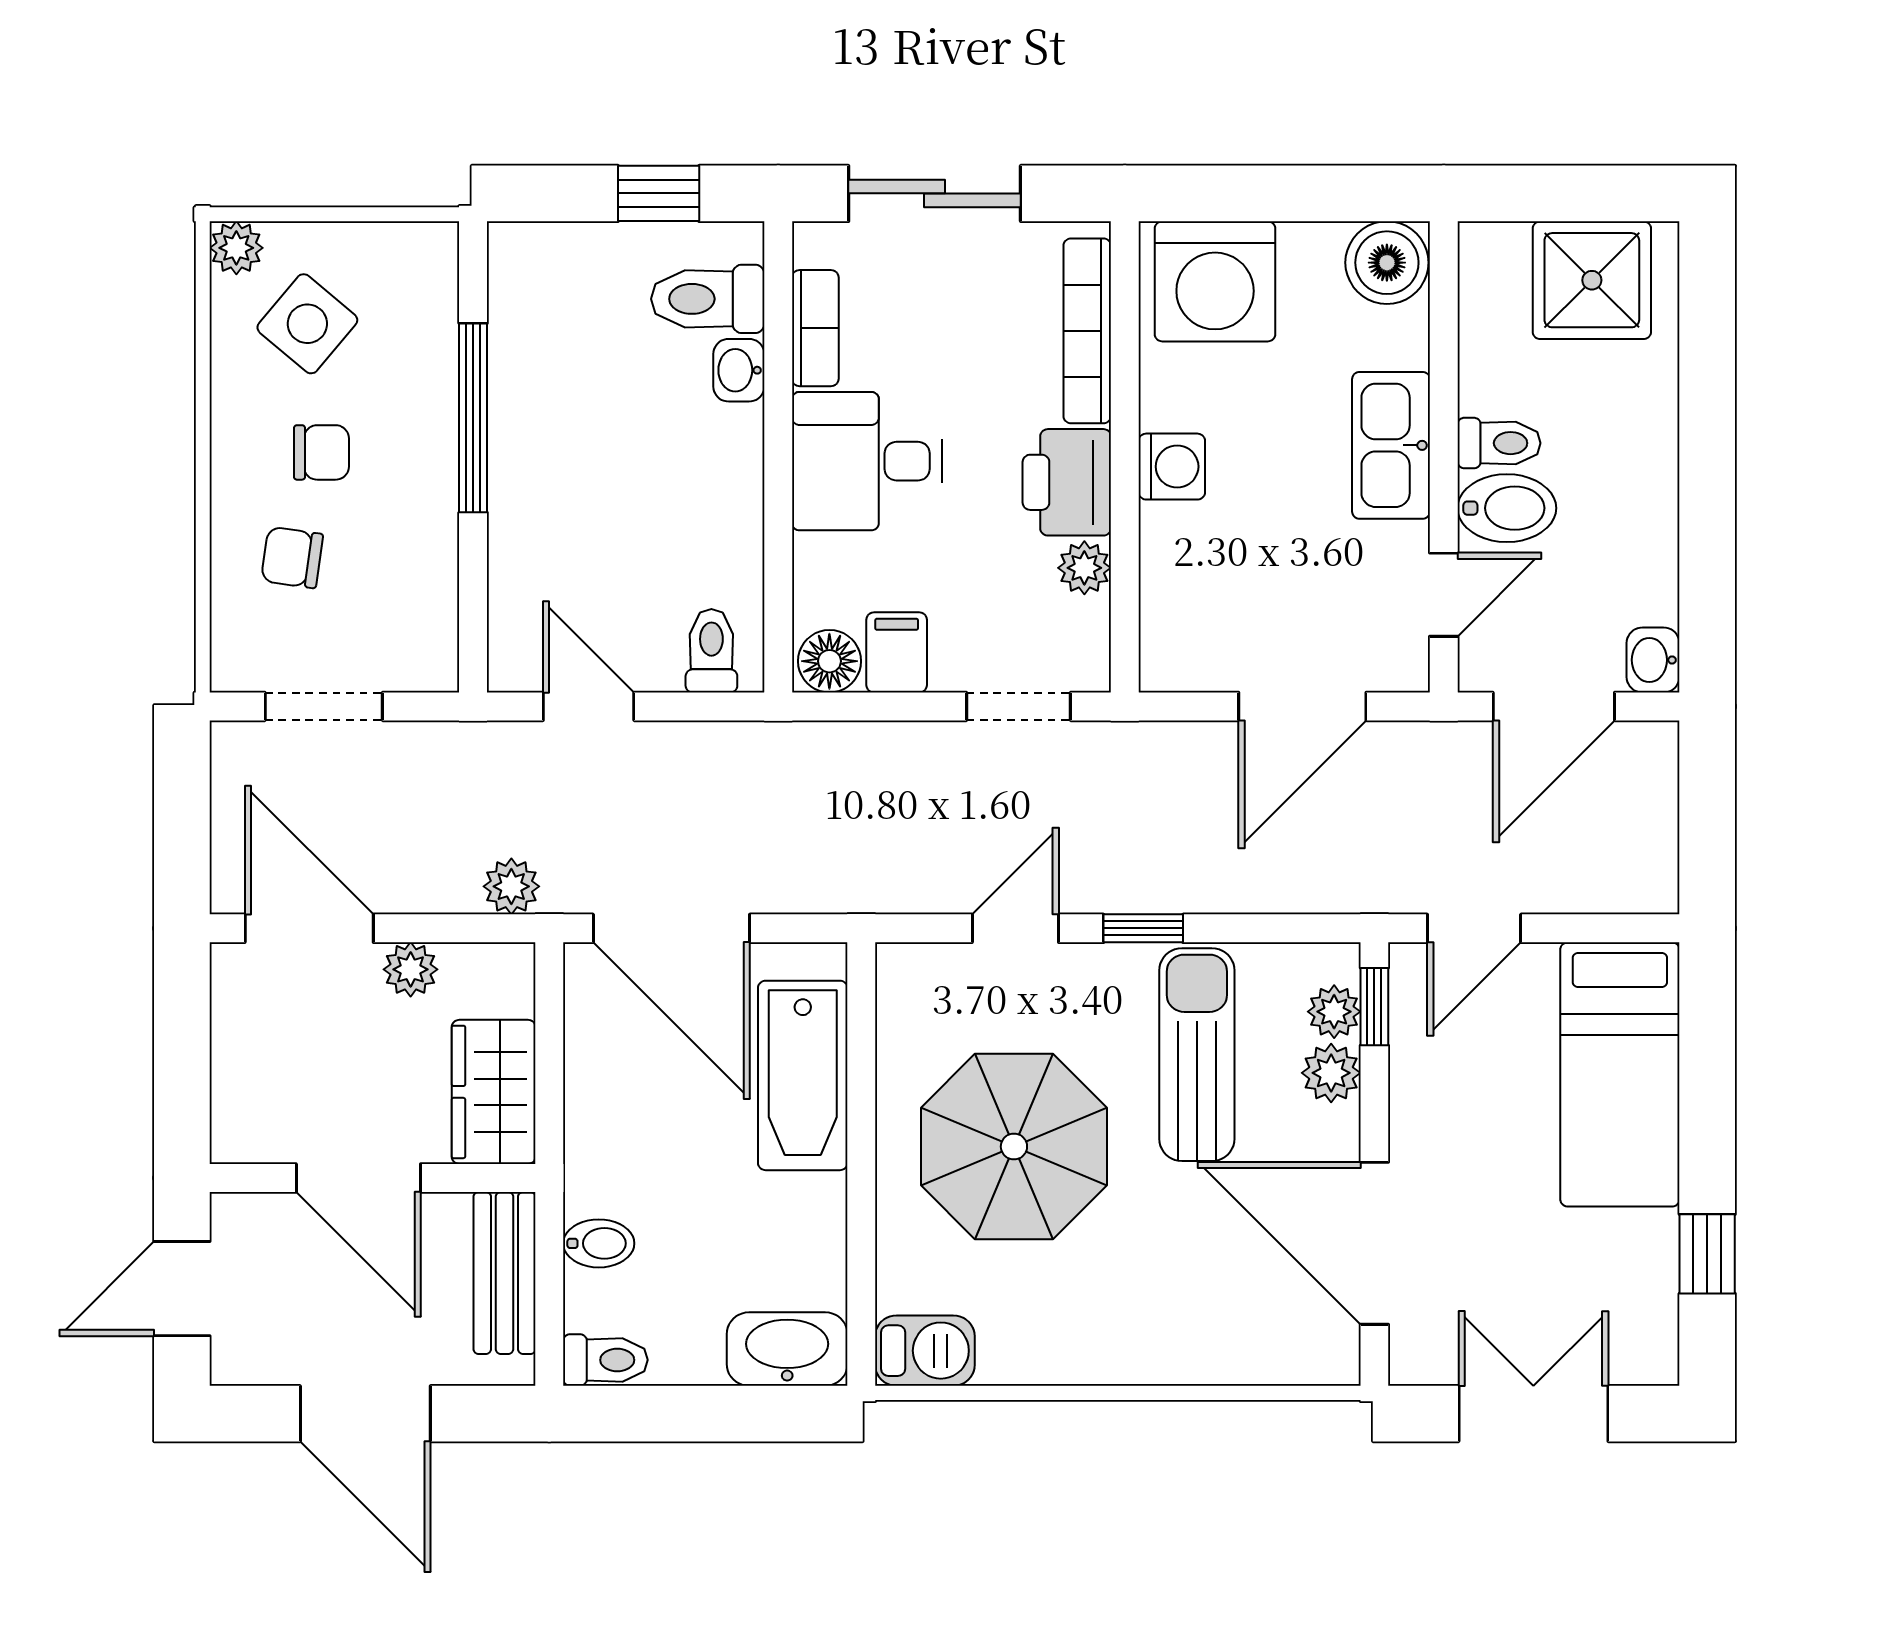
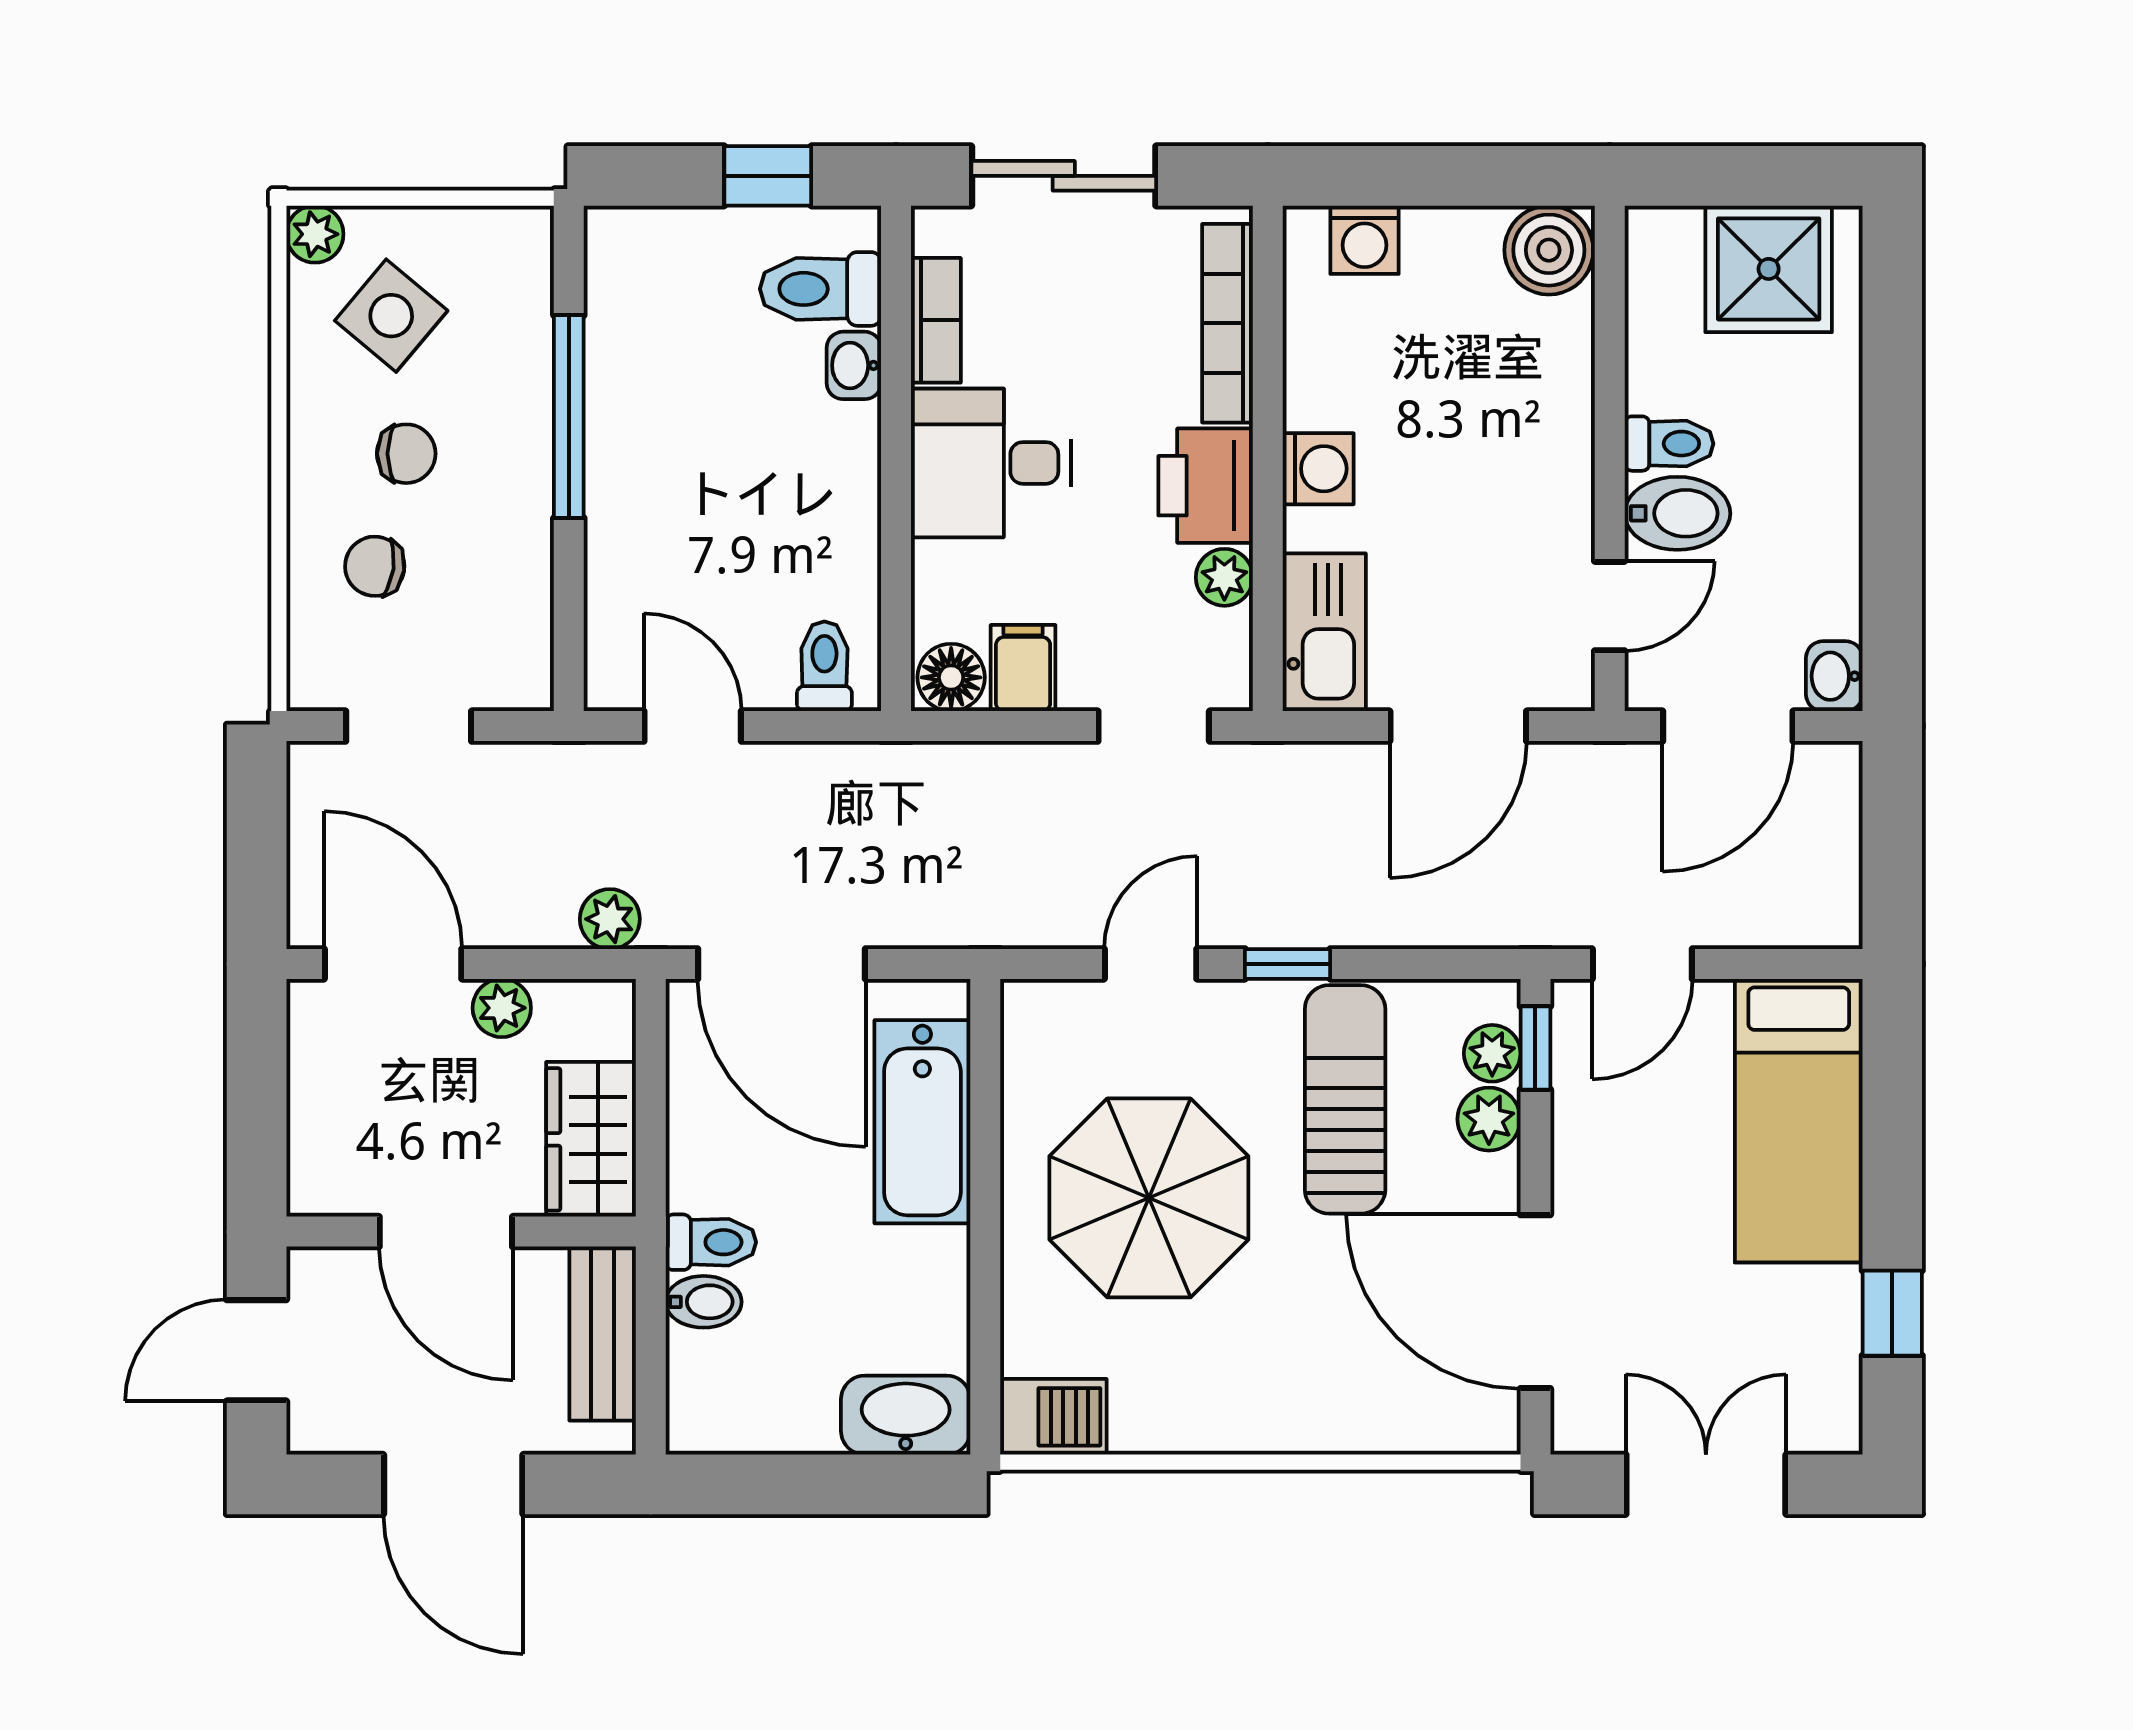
washing machine: (1215, 281) -> (1365, 240), width x0.53, depth x0.53
kitchen sink: (1391, 445) -> (1324, 632), moved, turned 180
toilet: (605, 1360) -> (711, 1242), moved

